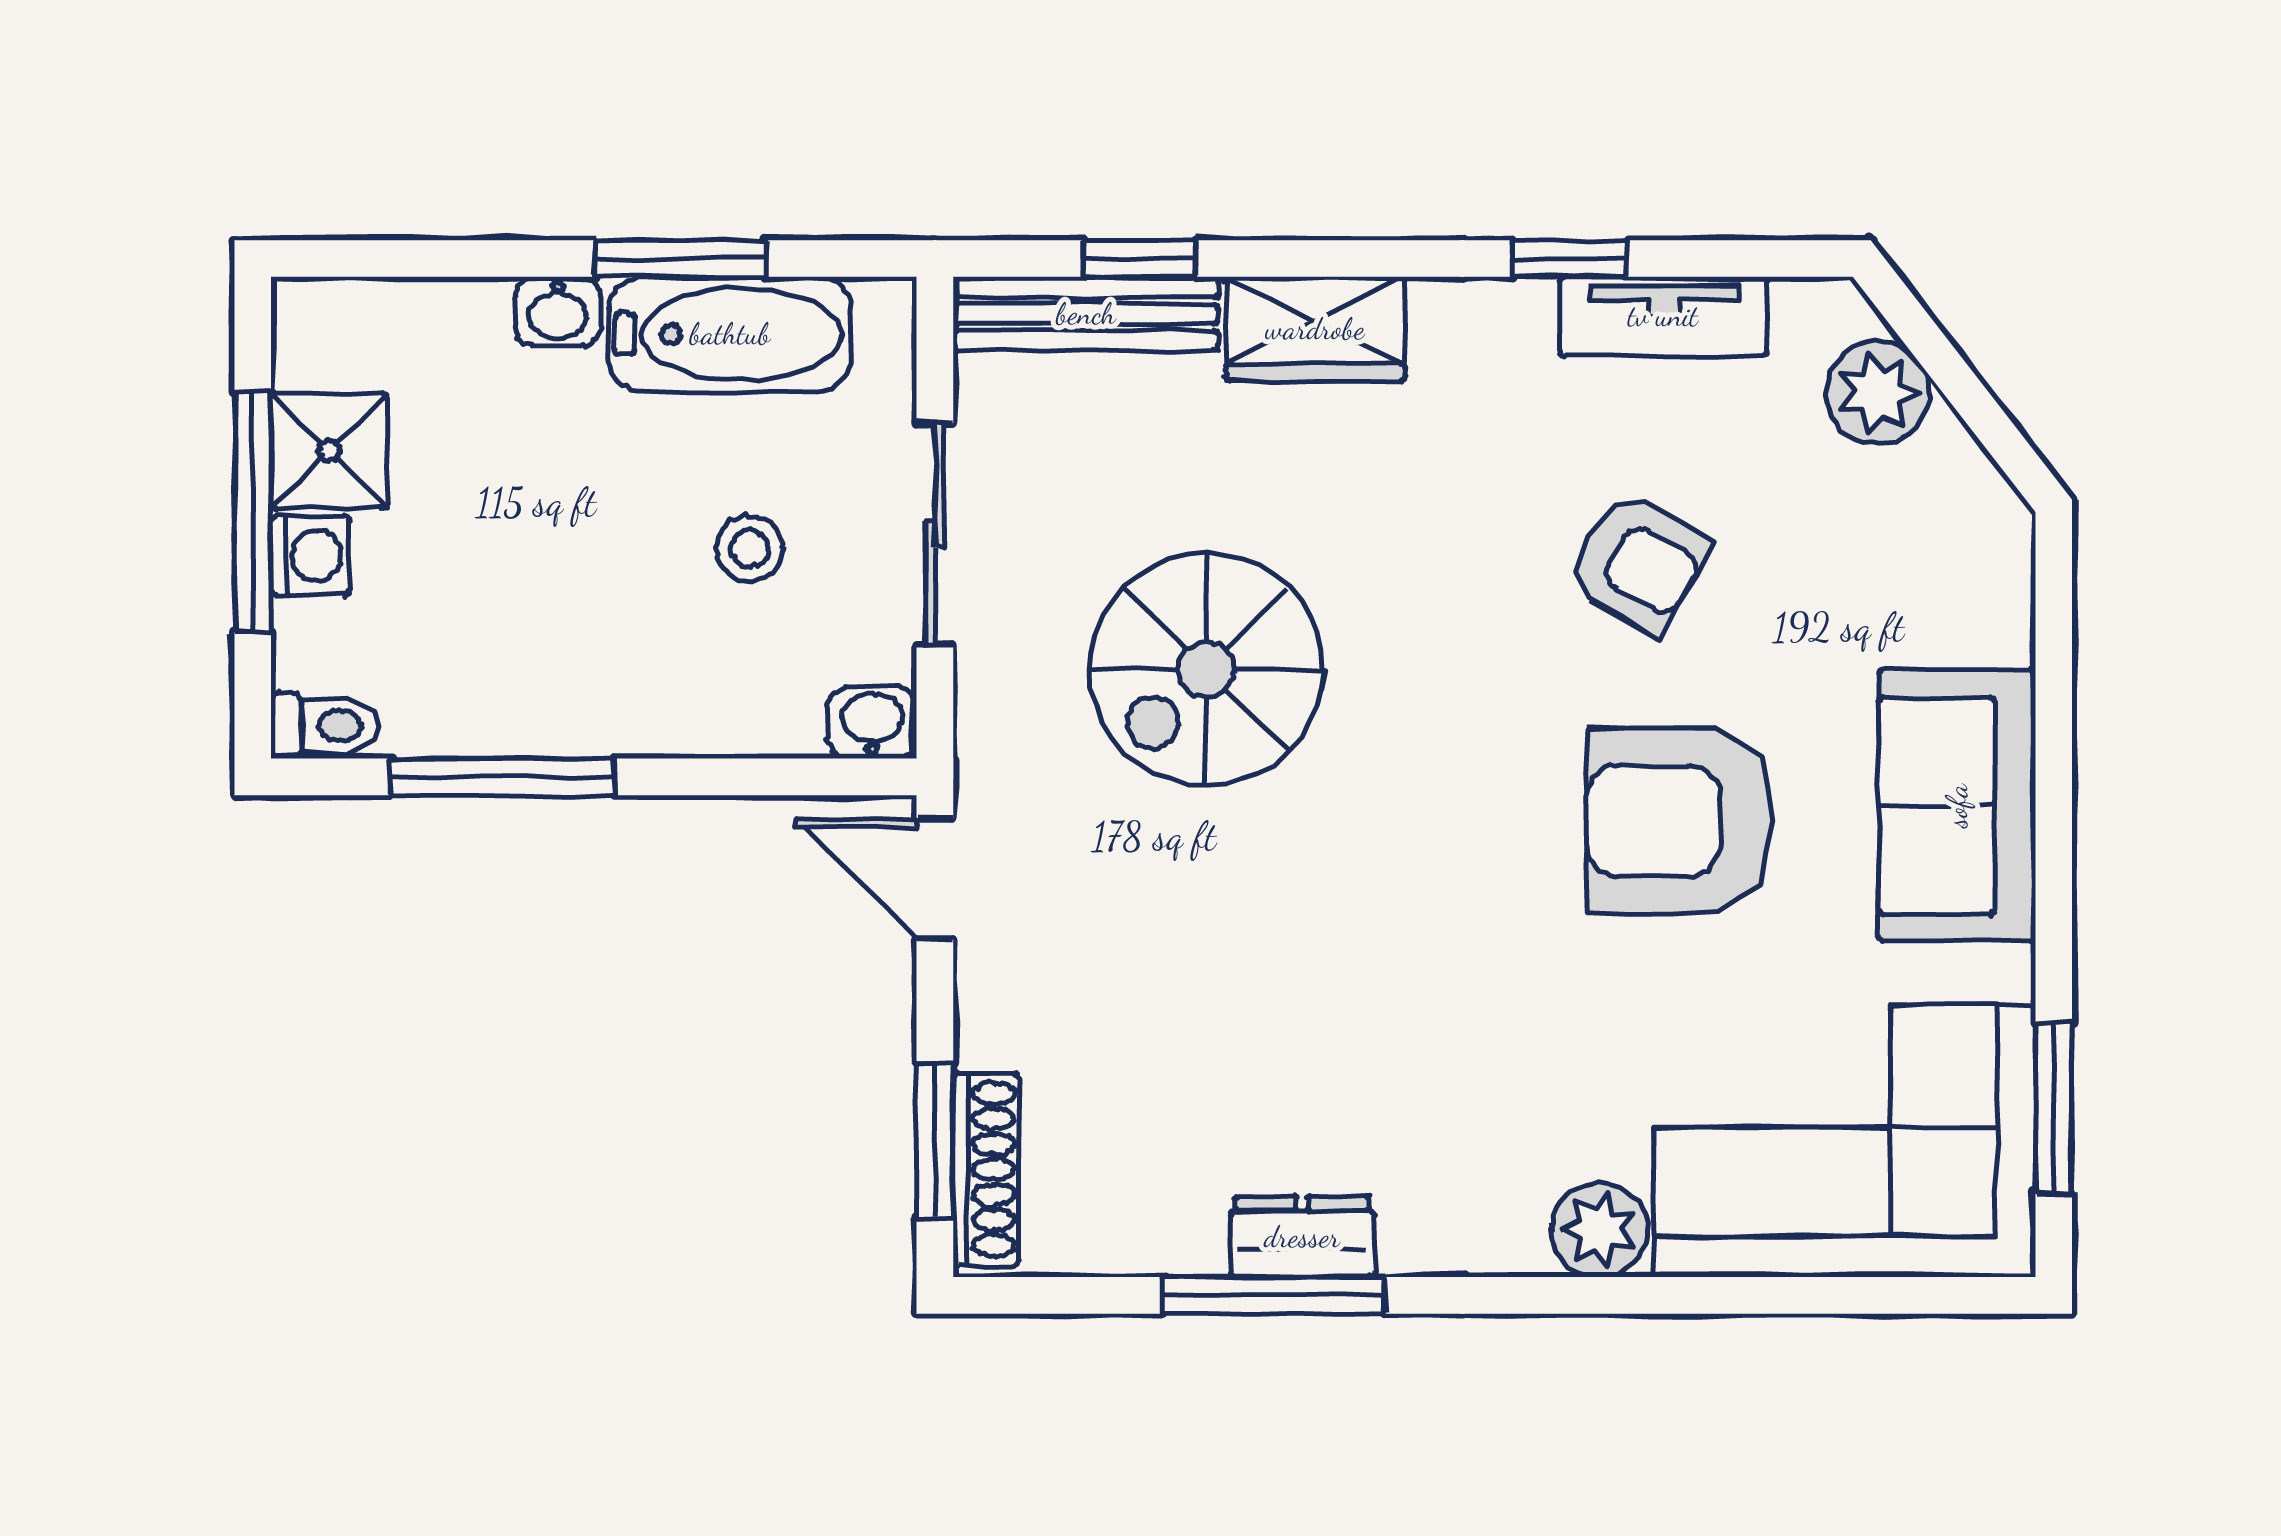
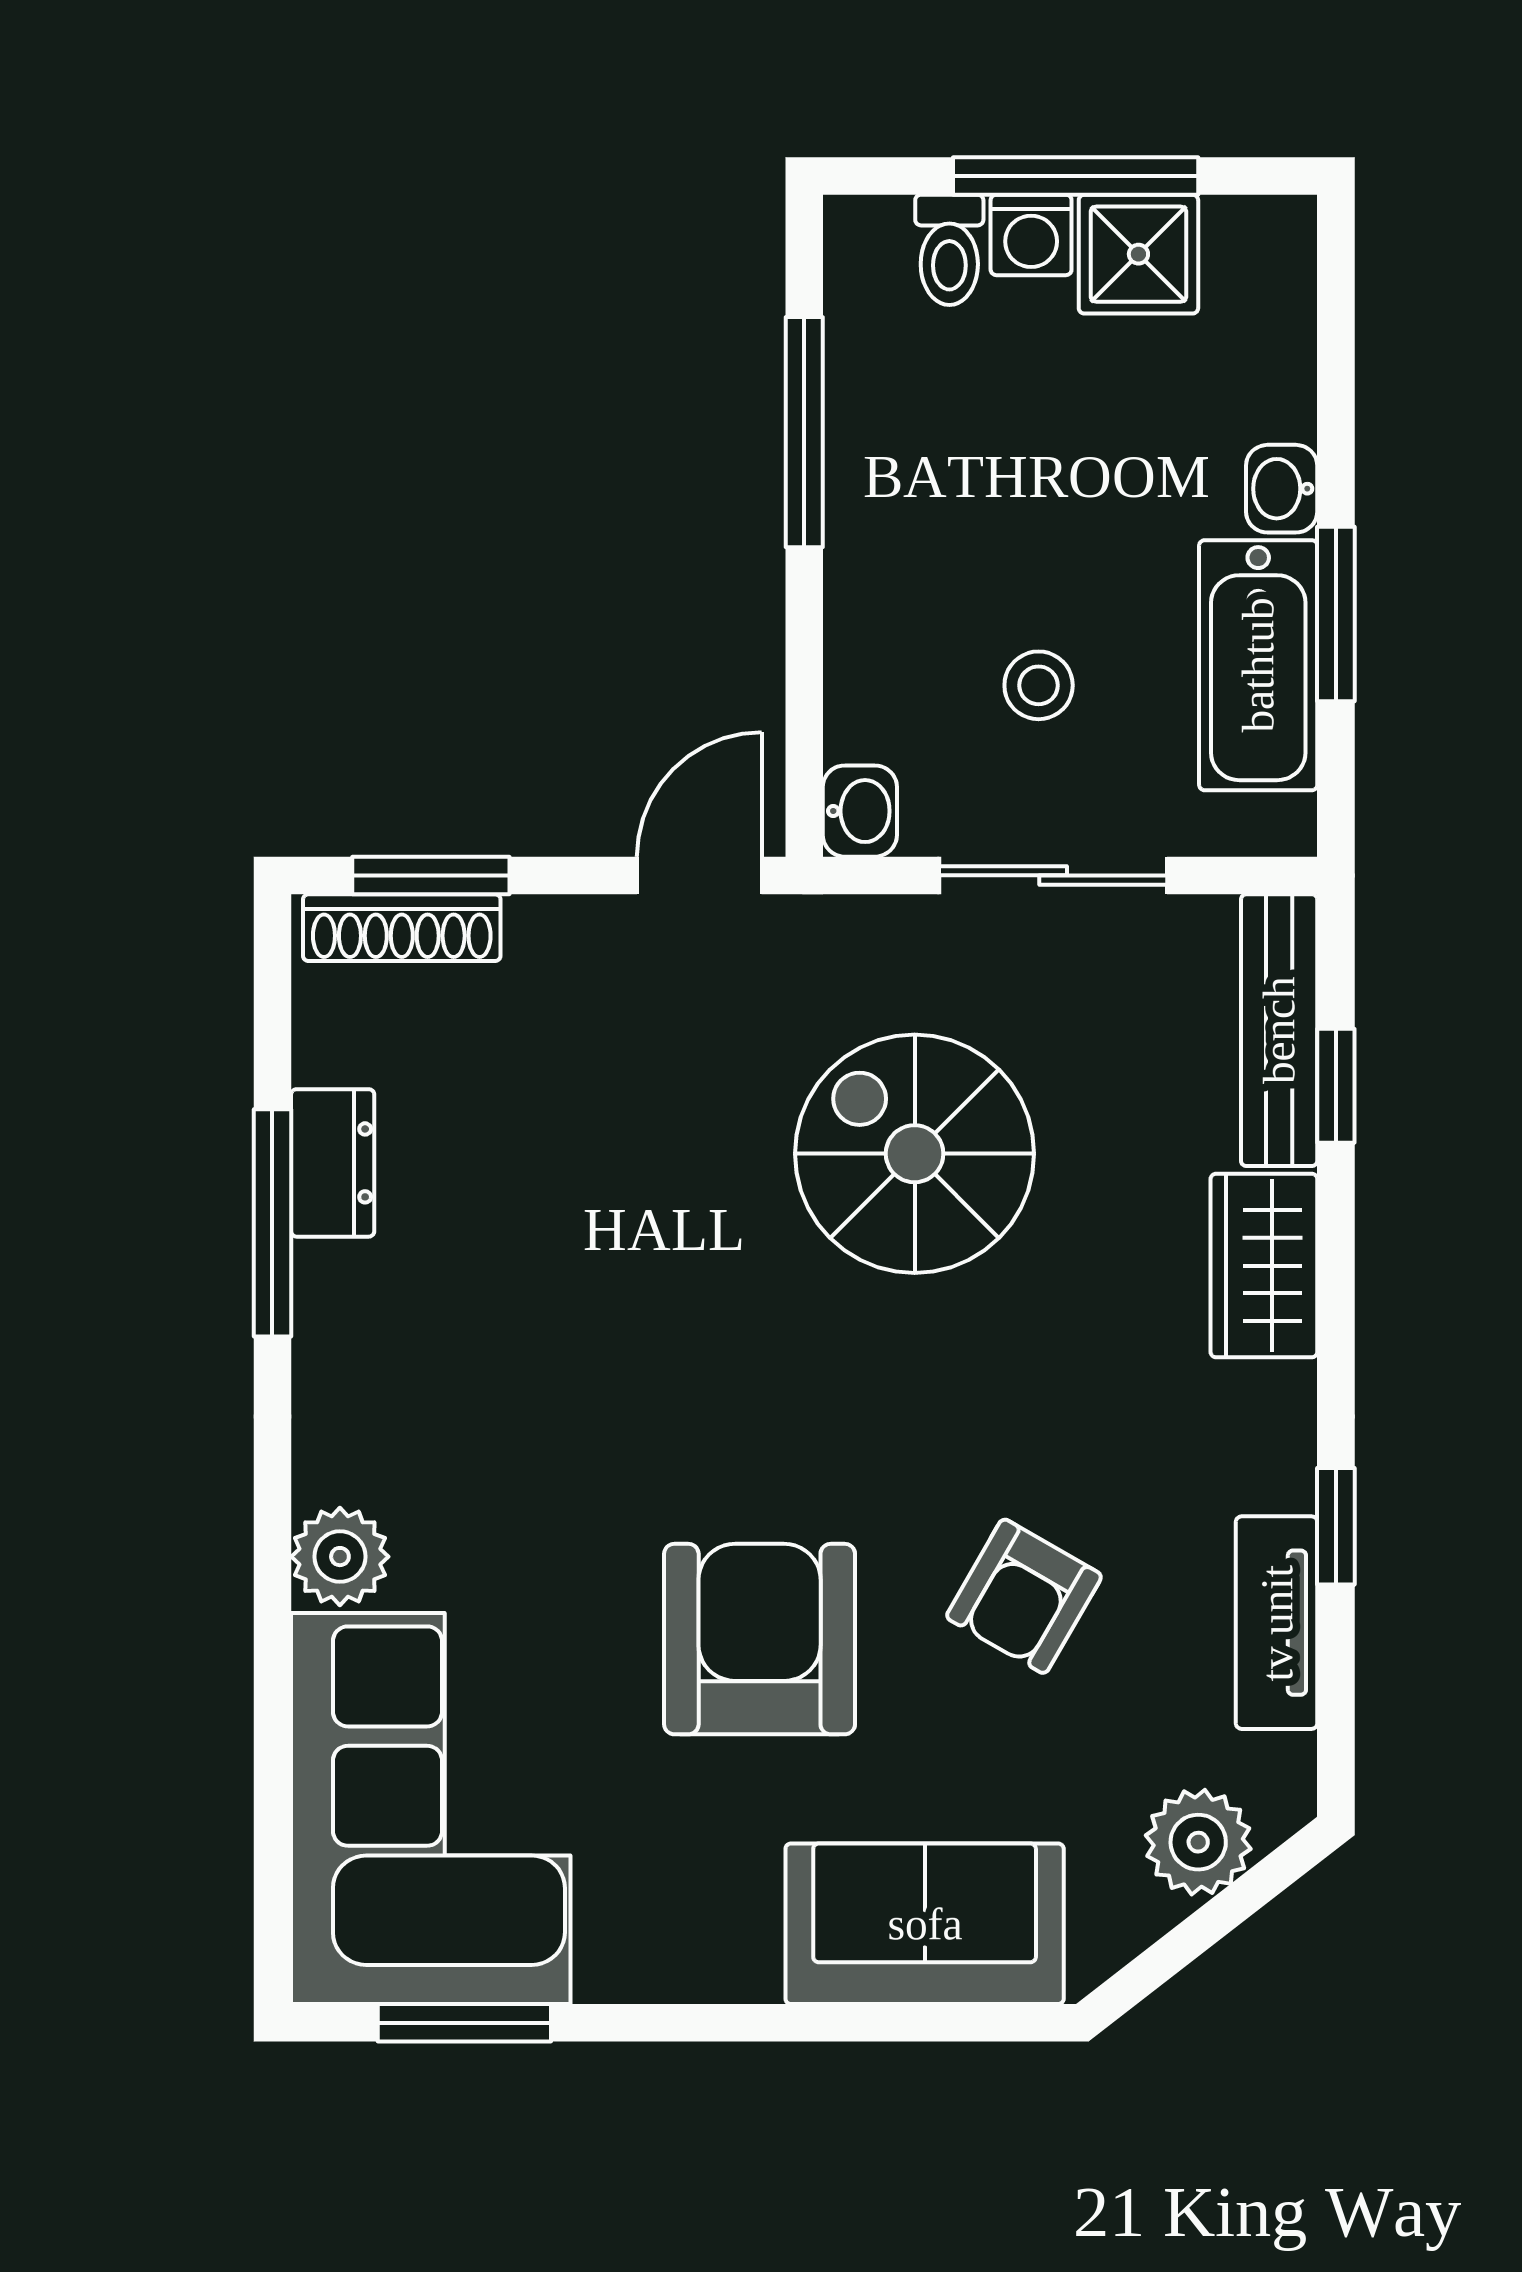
toilet: (325, 726) -> (949, 250), moved
sofa: (1957, 806) -> (925, 1924), moved
dresser: (1302, 1237) -> (333, 1163), moved

